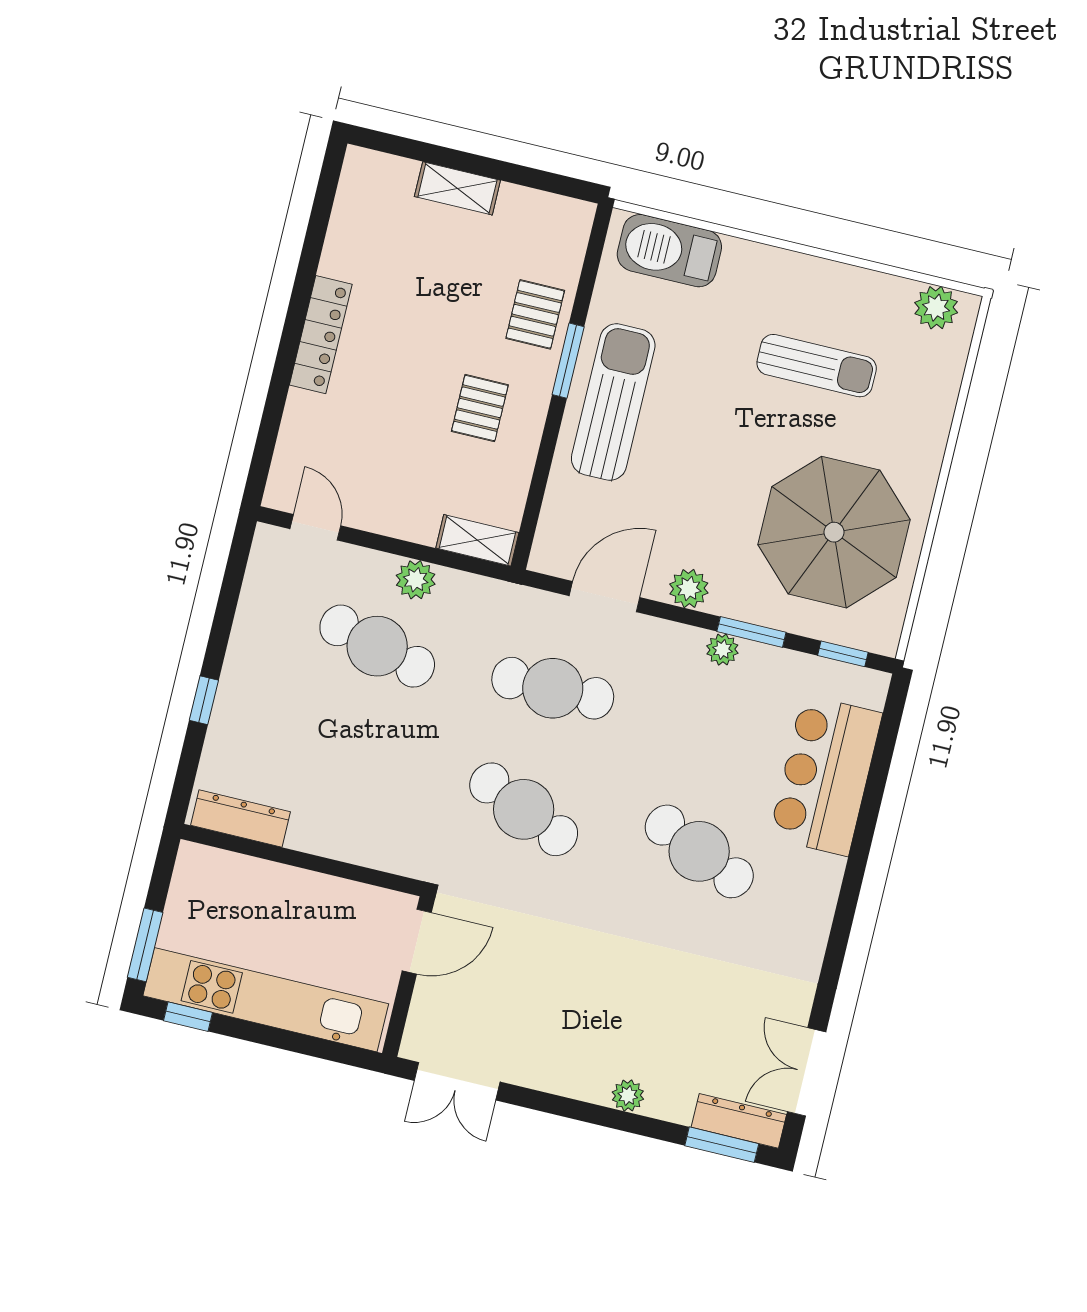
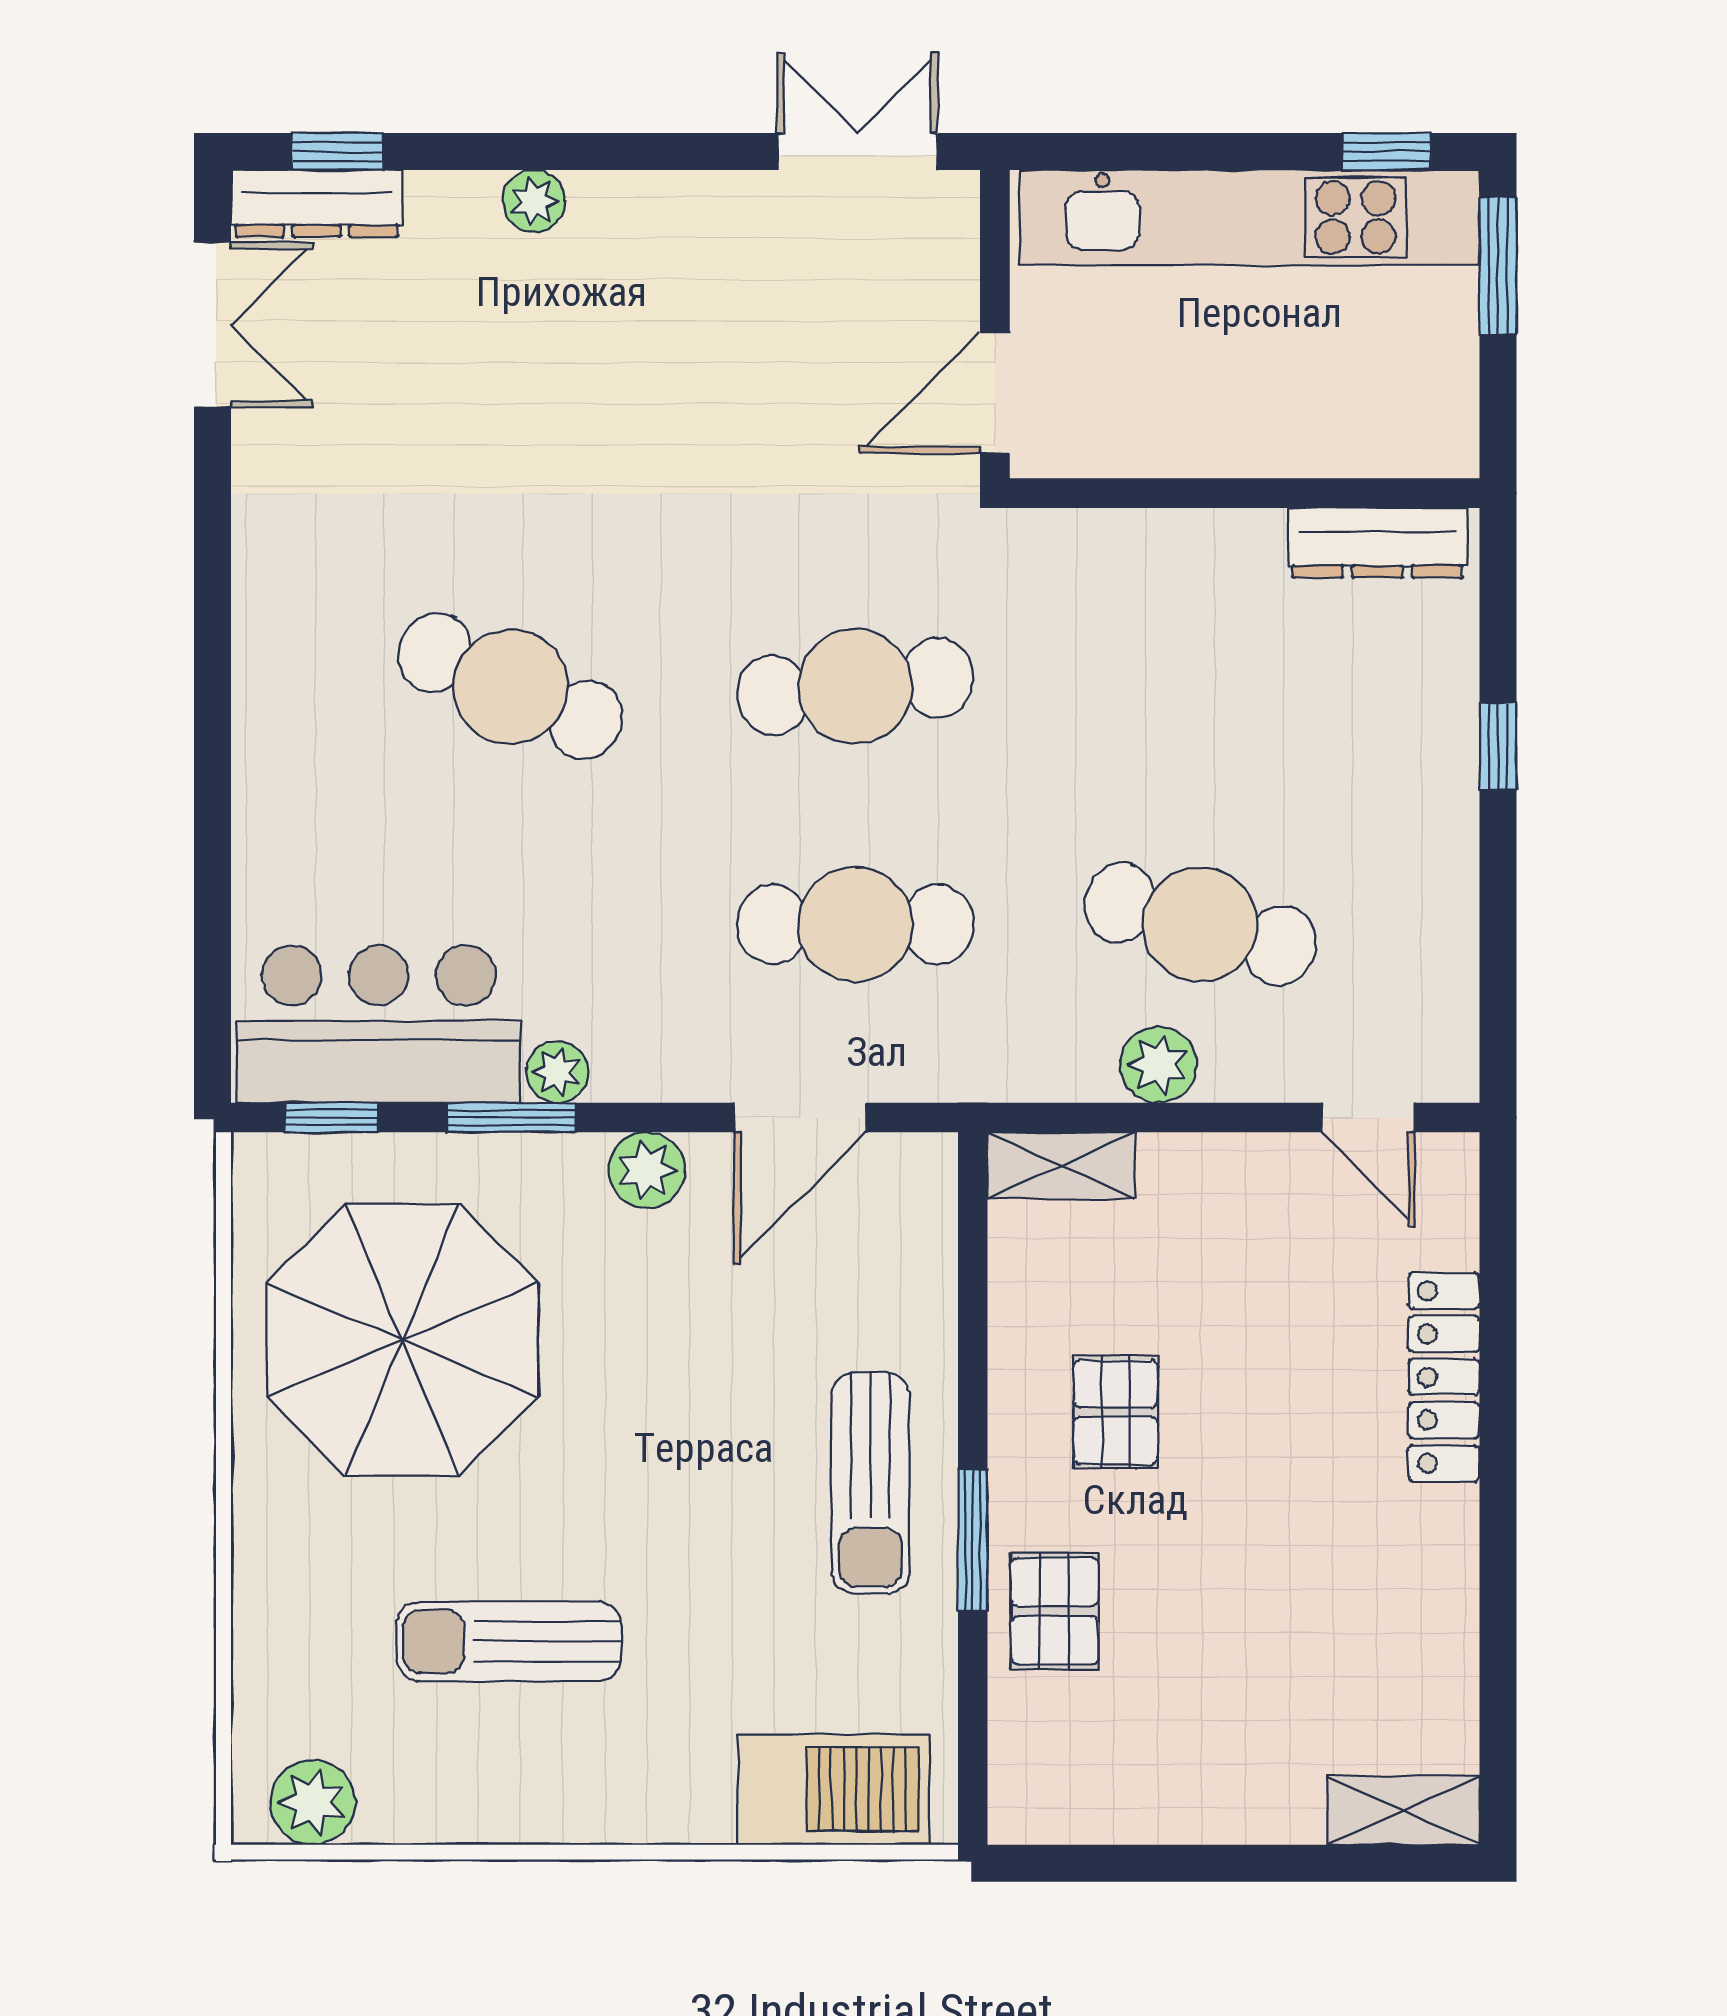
shelving: (457, 188) -> (1403, 1810), moved
locker: (321, 335) -> (1444, 1377), moved
sun lounger: (613, 402) -> (871, 1483), width x0.73, depth x0.75
bar counter: (826, 775) -> (379, 1024), moved, turned -90
cafe table: (524, 809) -> (855, 686), turned -30
window: (722, 1145) -> (338, 152), width x0.67

